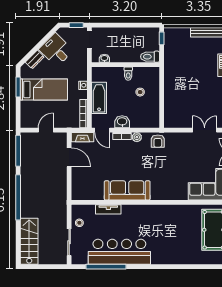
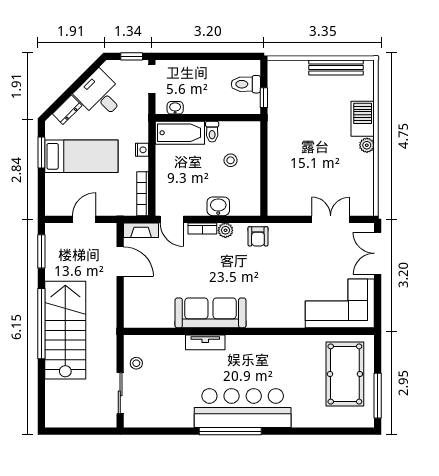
window: (162, 38) -> (264, 98), moved
toilet: (150, 57) -> (246, 84), moved
bathtub: (99, 98) -> (180, 133), moved, turned 90
washbasin: (122, 122) -> (218, 206), moved
window: (18, 151) -> (41, 251), width x0.69
tv unit: (108, 209) -> (205, 342), moved
stairs: (29, 241) -> (65, 330), moved, width x1.36, depth x1.51
bar counter: (119, 252) -> (243, 408), moved
window: (106, 267) -> (230, 431), moved

